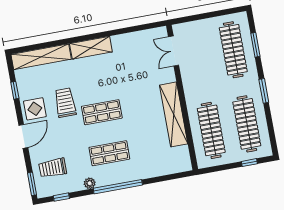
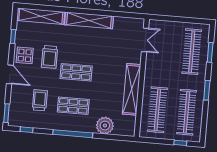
shelving: (91, 48) -> (89, 20), width x1.47
double door: (174, 51) -> (145, 40), swing flipped
trolley: (65, 103) -> (50, 57), turned 180
door: (23, 136) -> (10, 74), hinge flipped
trolley: (53, 168) -> (40, 100), moved, turned 90
plant: (90, 183) -> (105, 126), moved, width x1.88, depth x1.88

